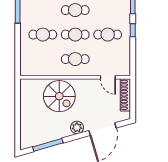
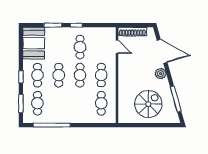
cafe table: (43, 35) -> (101, 103), moved
door: (108, 77) -> (117, 47), hinge flipped
spiral stairs: (59, 96) -> (148, 104), moved

